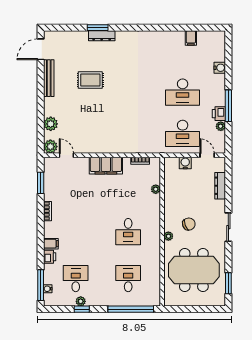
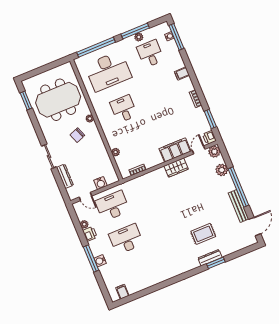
filing cabinet: (191, 38) -> (122, 292), moved
water cooler: (220, 68) -> (100, 261), moved
rug: (90, 80) -> (203, 234), moved
window: (41, 98) -> (238, 187), added
window: (228, 106) -> (91, 258), moved
wardrobe: (98, 146) -> (176, 168), added
door: (66, 155) -> (199, 150), swing flipped
filing cabinet: (106, 166) -> (175, 150), moved
sliding door: (228, 227) -> (49, 156), moved
printer: (50, 257) -> (209, 137), moved
desk: (76, 279) -> (150, 54), turned 180
desk: (128, 279) -> (108, 71), width x1.87, depth x1.30
window: (82, 309) -> (135, 31), width x2.17

